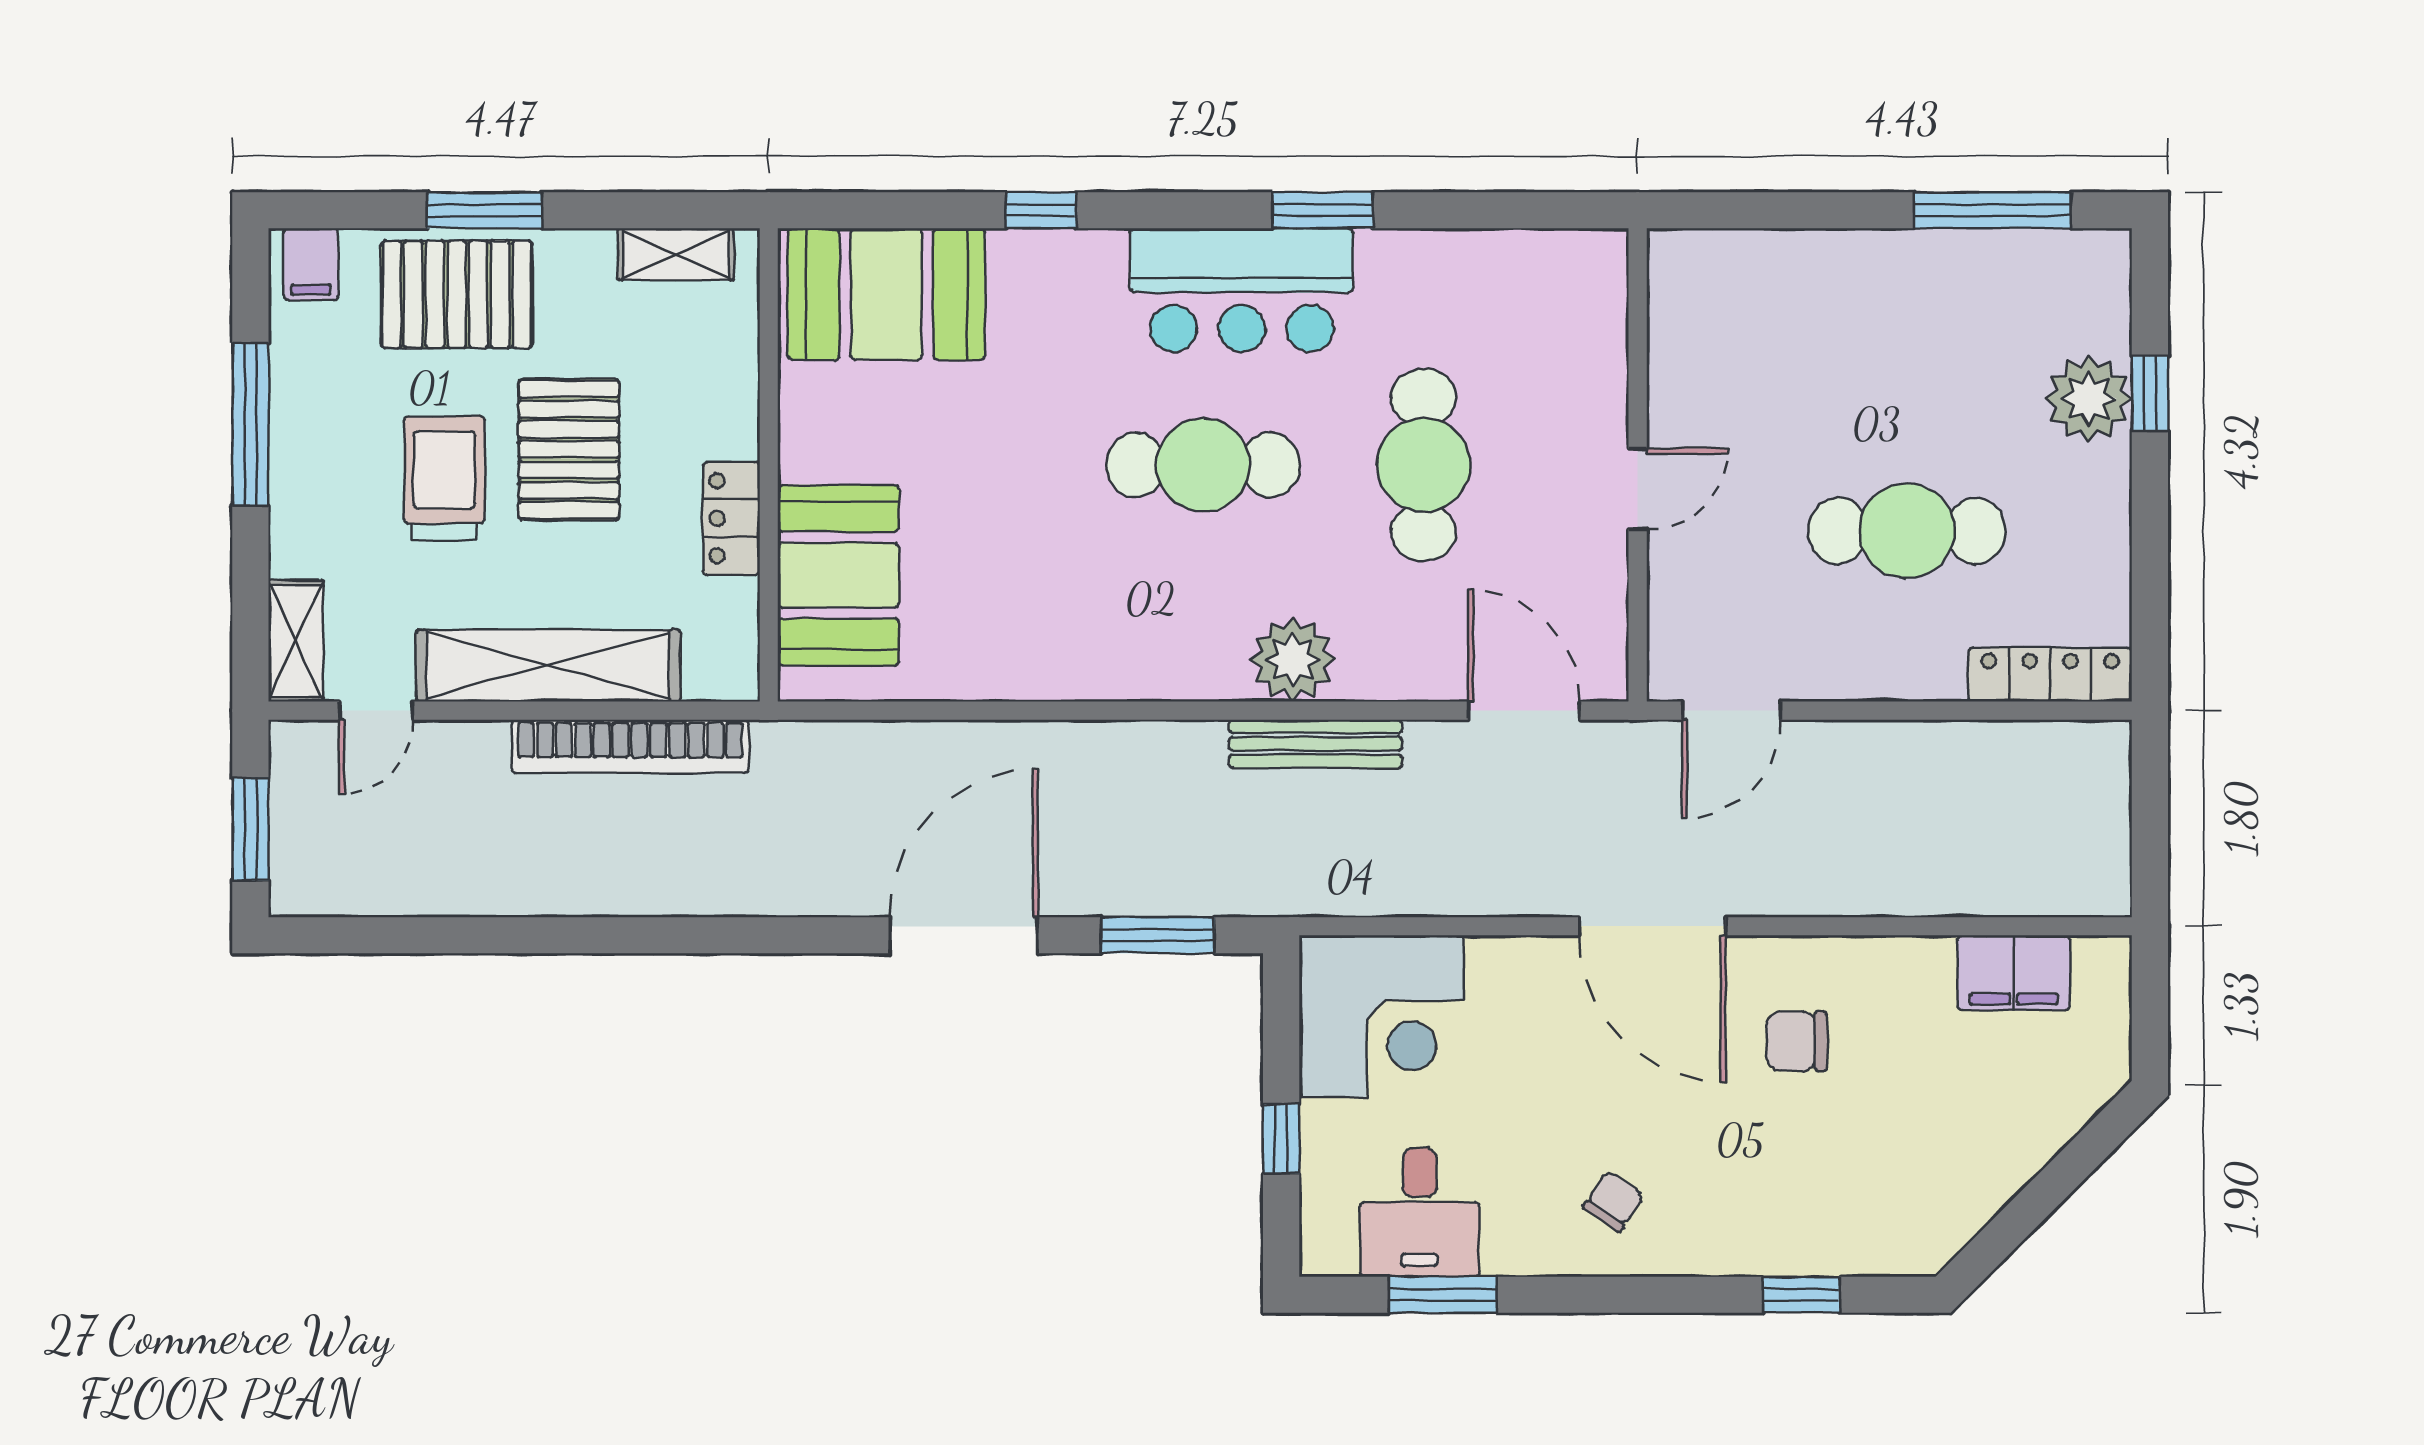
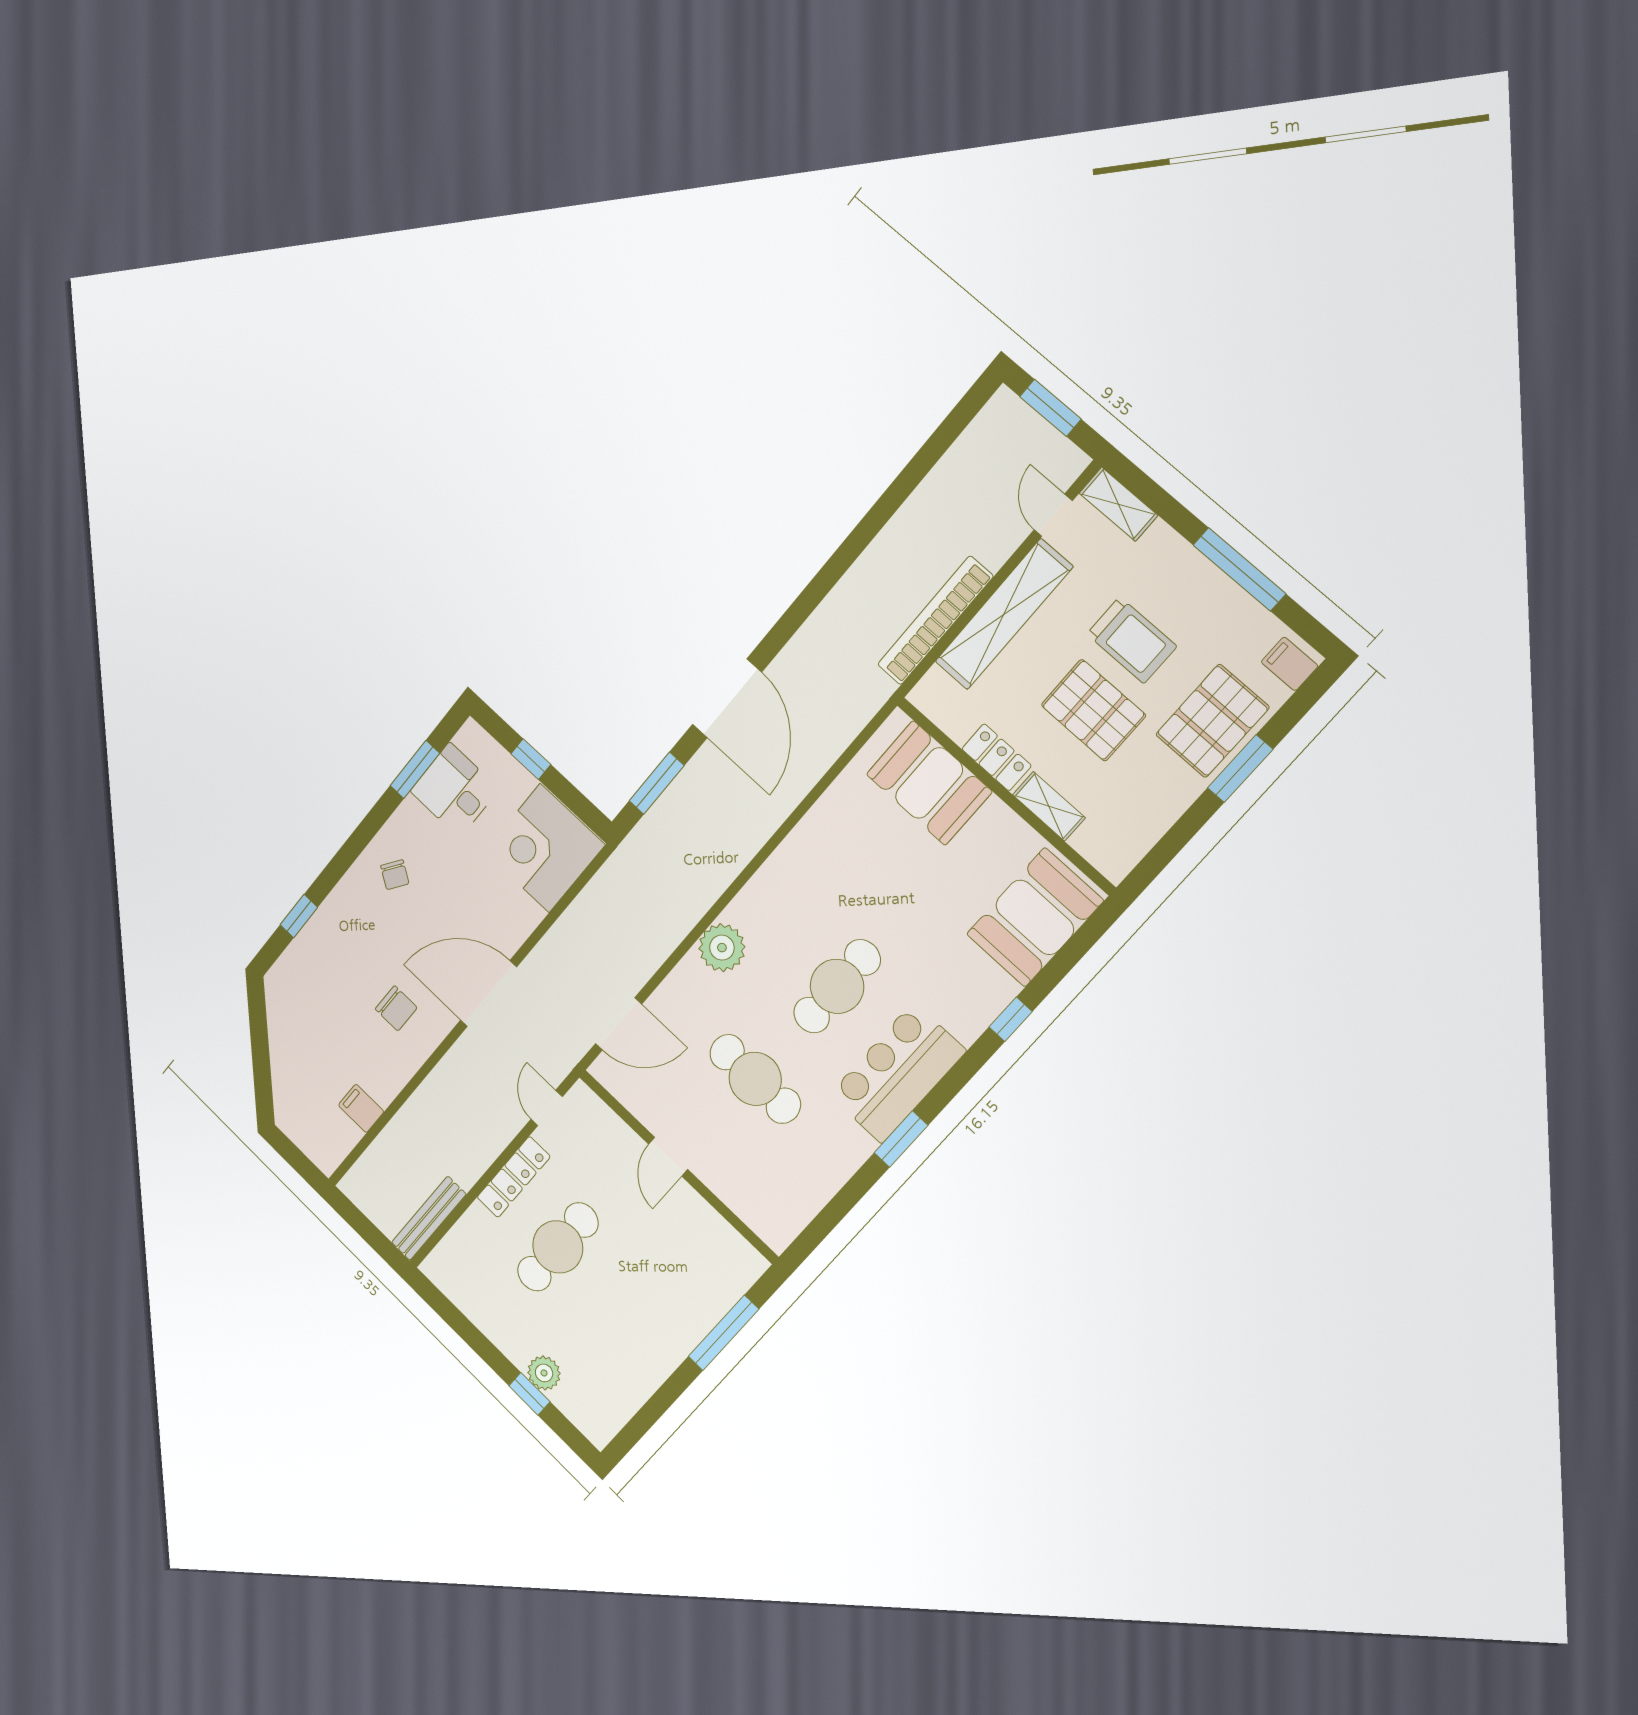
window: (1992, 210) -> (724, 1333), moved
shelving: (676, 254) -> (1049, 806), moved, turned 90
plant: (2089, 399) -> (544, 1373), width x0.73, depth x0.73
locker: (2050, 675) -> (514, 1177), moved
door: (1731, 711) -> (547, 1108), width x0.73
bench: (1315, 744) -> (429, 1218), moved
filing cabinet: (2014, 973) -> (361, 1108), width x0.50
chair: (1797, 1041) -> (396, 1008), turned 90

